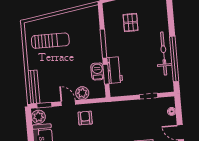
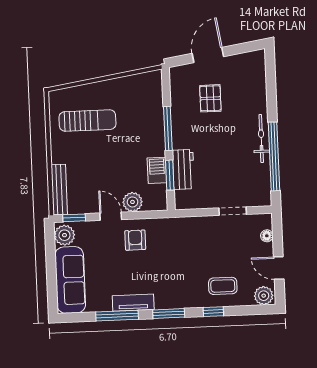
bicycle: (164, 54) -> (261, 139), width x0.73, depth x0.71

